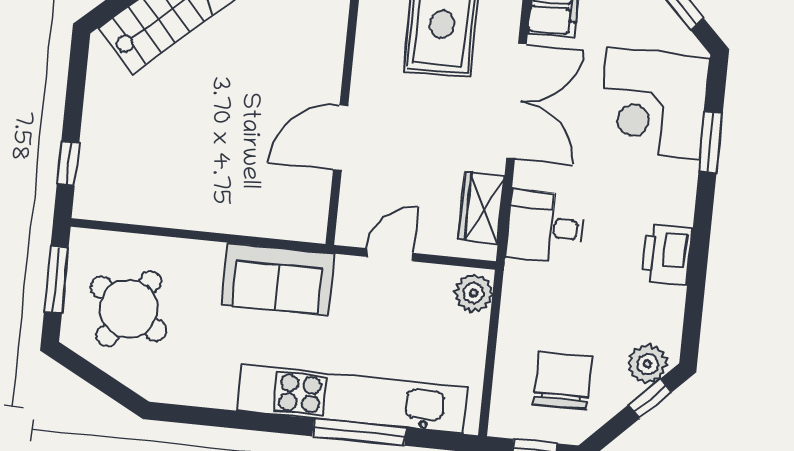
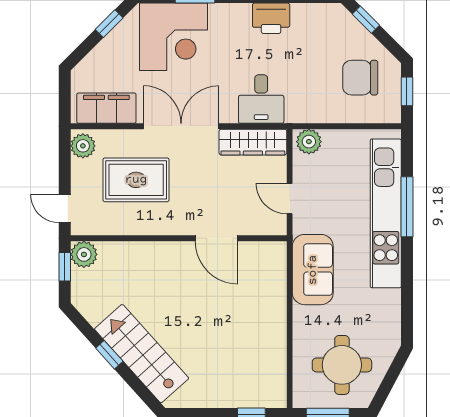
wardrobe: (481, 208) -> (253, 142), width x1.50
round table: (129, 309) -> (342, 365), turned -33
plant: (647, 364) -> (344, 24), removed

